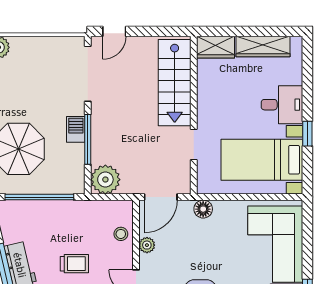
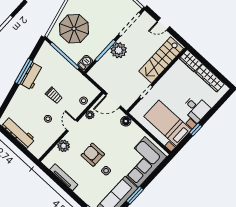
door: (114, 31) -> (163, 24), moved
barbecue: (76, 129) -> (85, 63), moved
plant: (105, 180) -> (119, 50), moved

